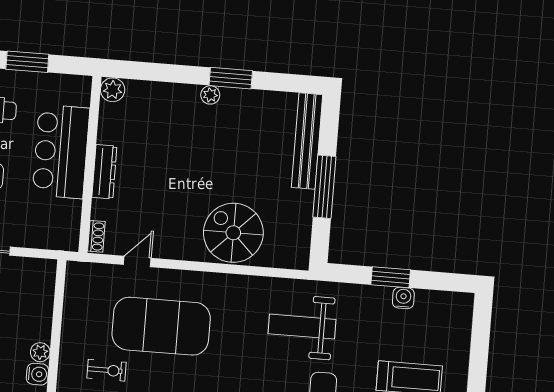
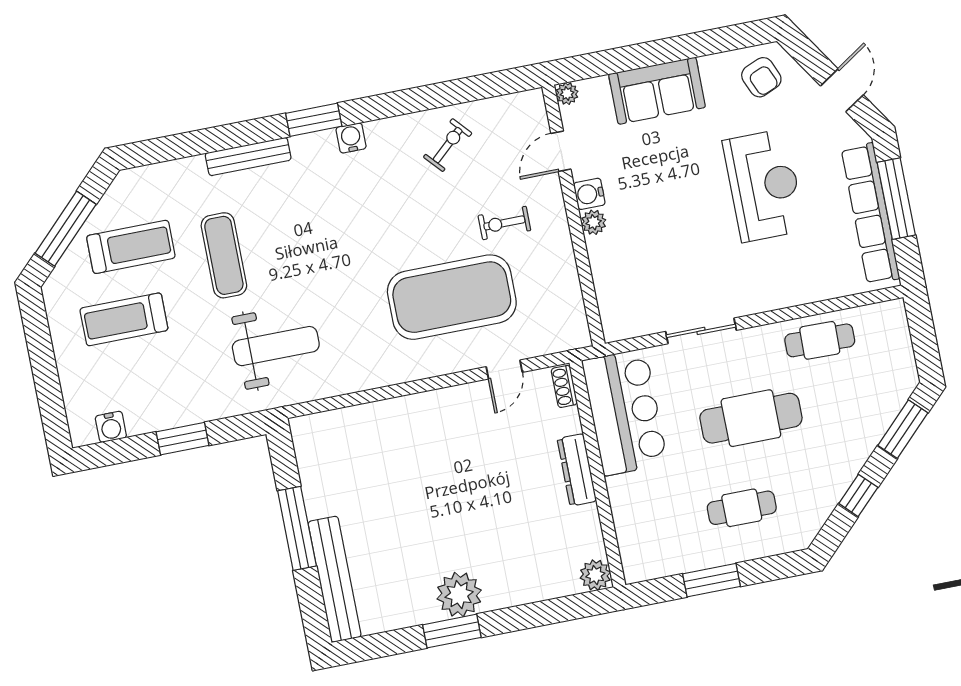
plant: (210, 95) -> (459, 595), width x1.88, depth x1.88
bar counter: (61, 152) -> (625, 412), moved
spiral stairs: (233, 233) -> (394, 439), removed
water cooler: (403, 298) -> (111, 427), moved

